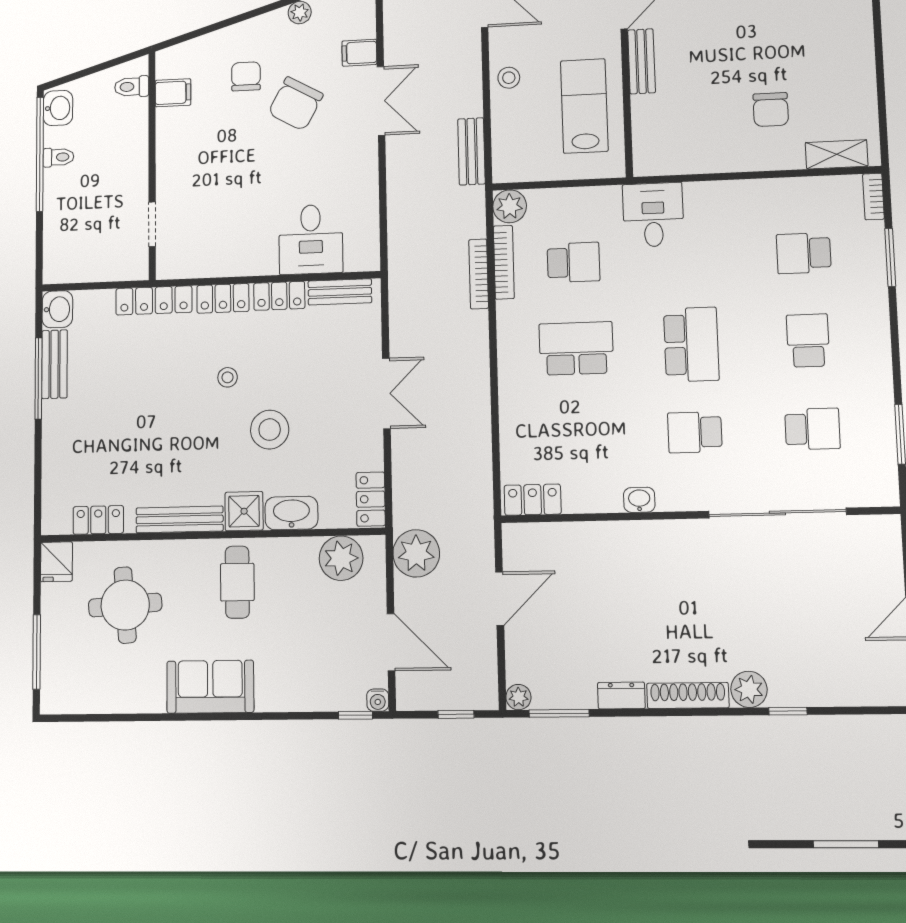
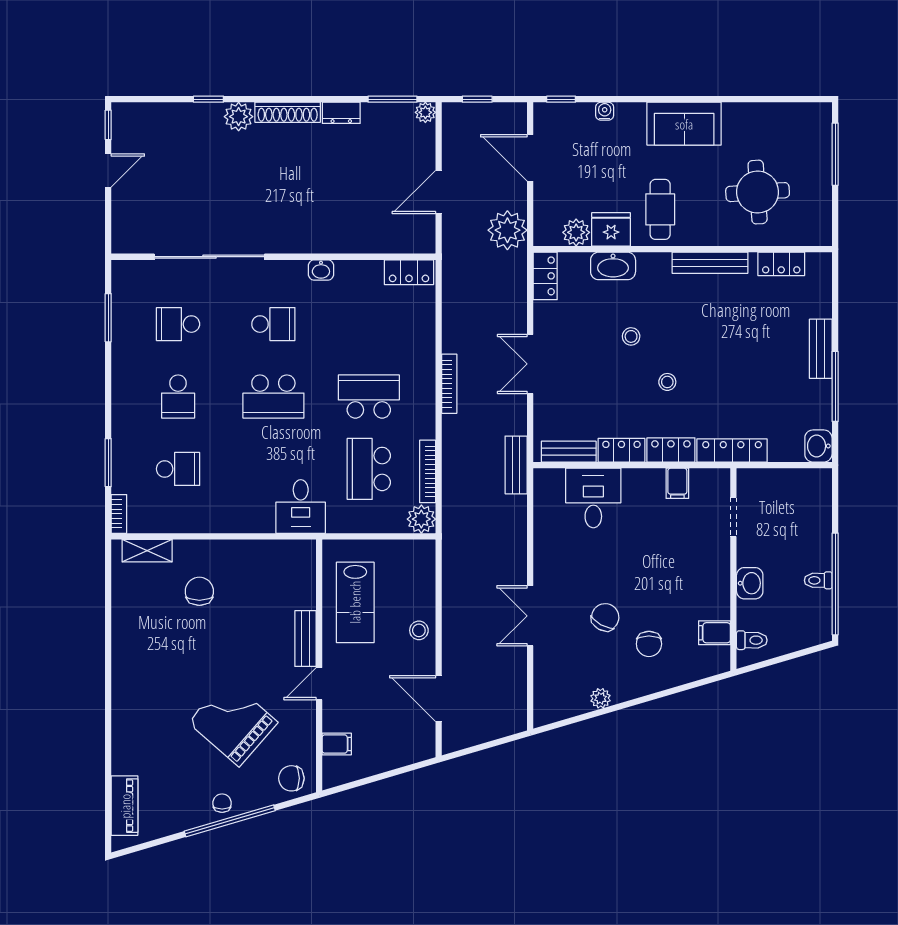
filing cabinet: (359, 53) -> (677, 483), moved, turned 90
chair: (296, 104) -> (605, 617), width x0.73, depth x0.73
washbasin: (58, 108) -> (750, 583), moved, turned 180
bench: (471, 151) -> (516, 465), moved
school desk: (573, 262) -> (369, 469), width x1.85
bookcase: (479, 274) -> (449, 384), moved
school desk: (691, 344) -> (273, 397), turned -90
school desk: (576, 348) -> (369, 397), turned 180
bench: (54, 364) -> (821, 349), moved
stool: (270, 430) -> (631, 336), width x0.53, depth x0.53
shower: (244, 511) -> (654, 268), removed
plant: (341, 558) -> (576, 232), width x0.73, depth x0.73
fridge: (56, 562) -> (611, 229), moved, width x1.38
water cooler: (378, 700) -> (605, 111), moved

